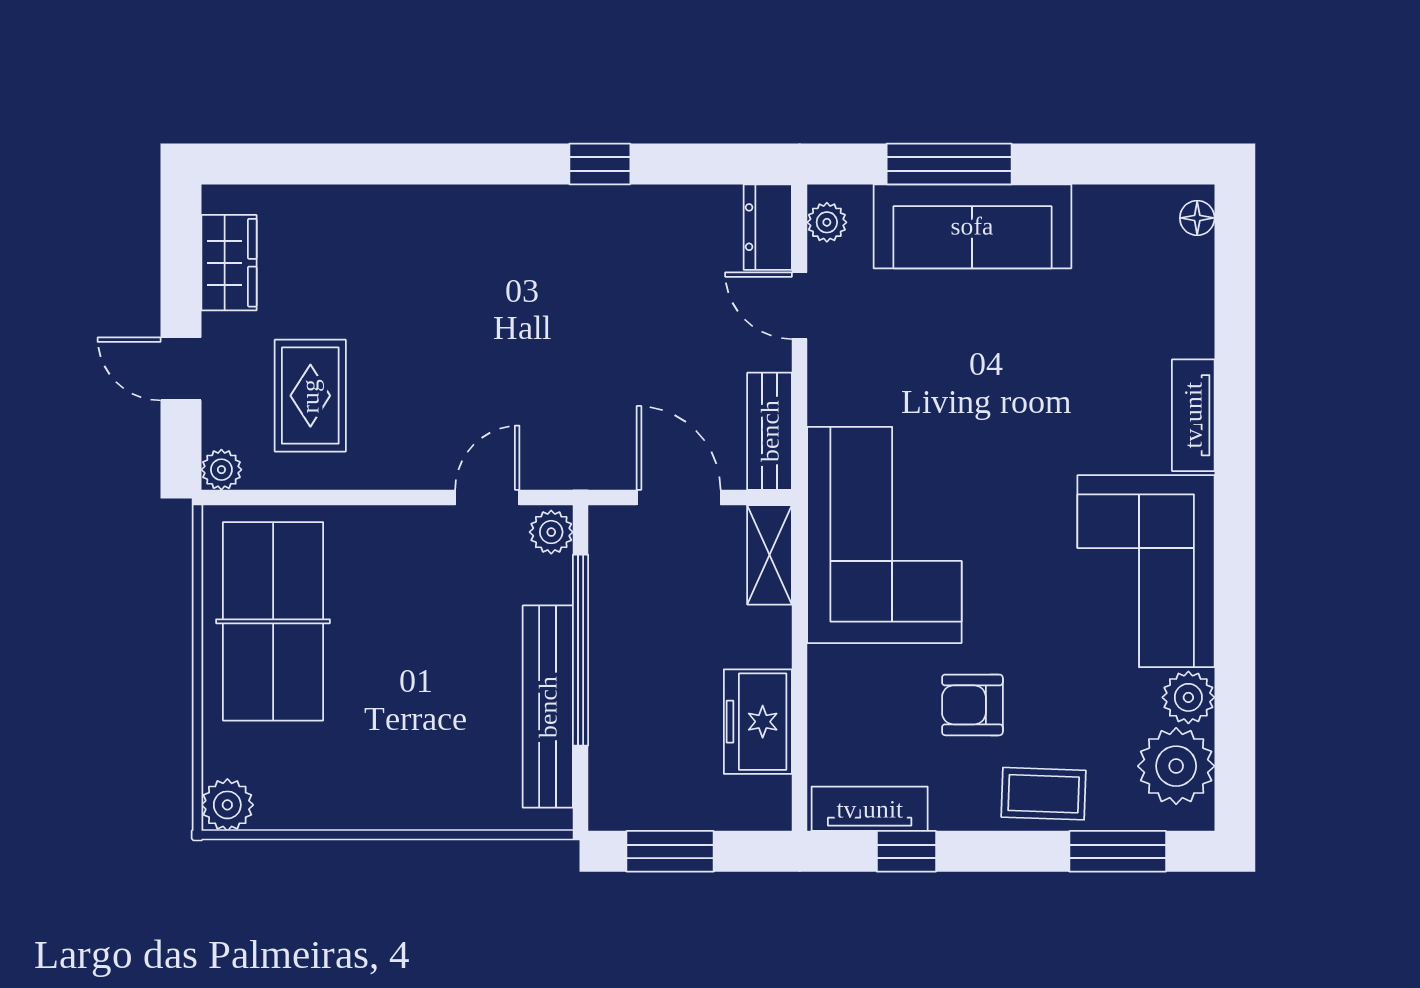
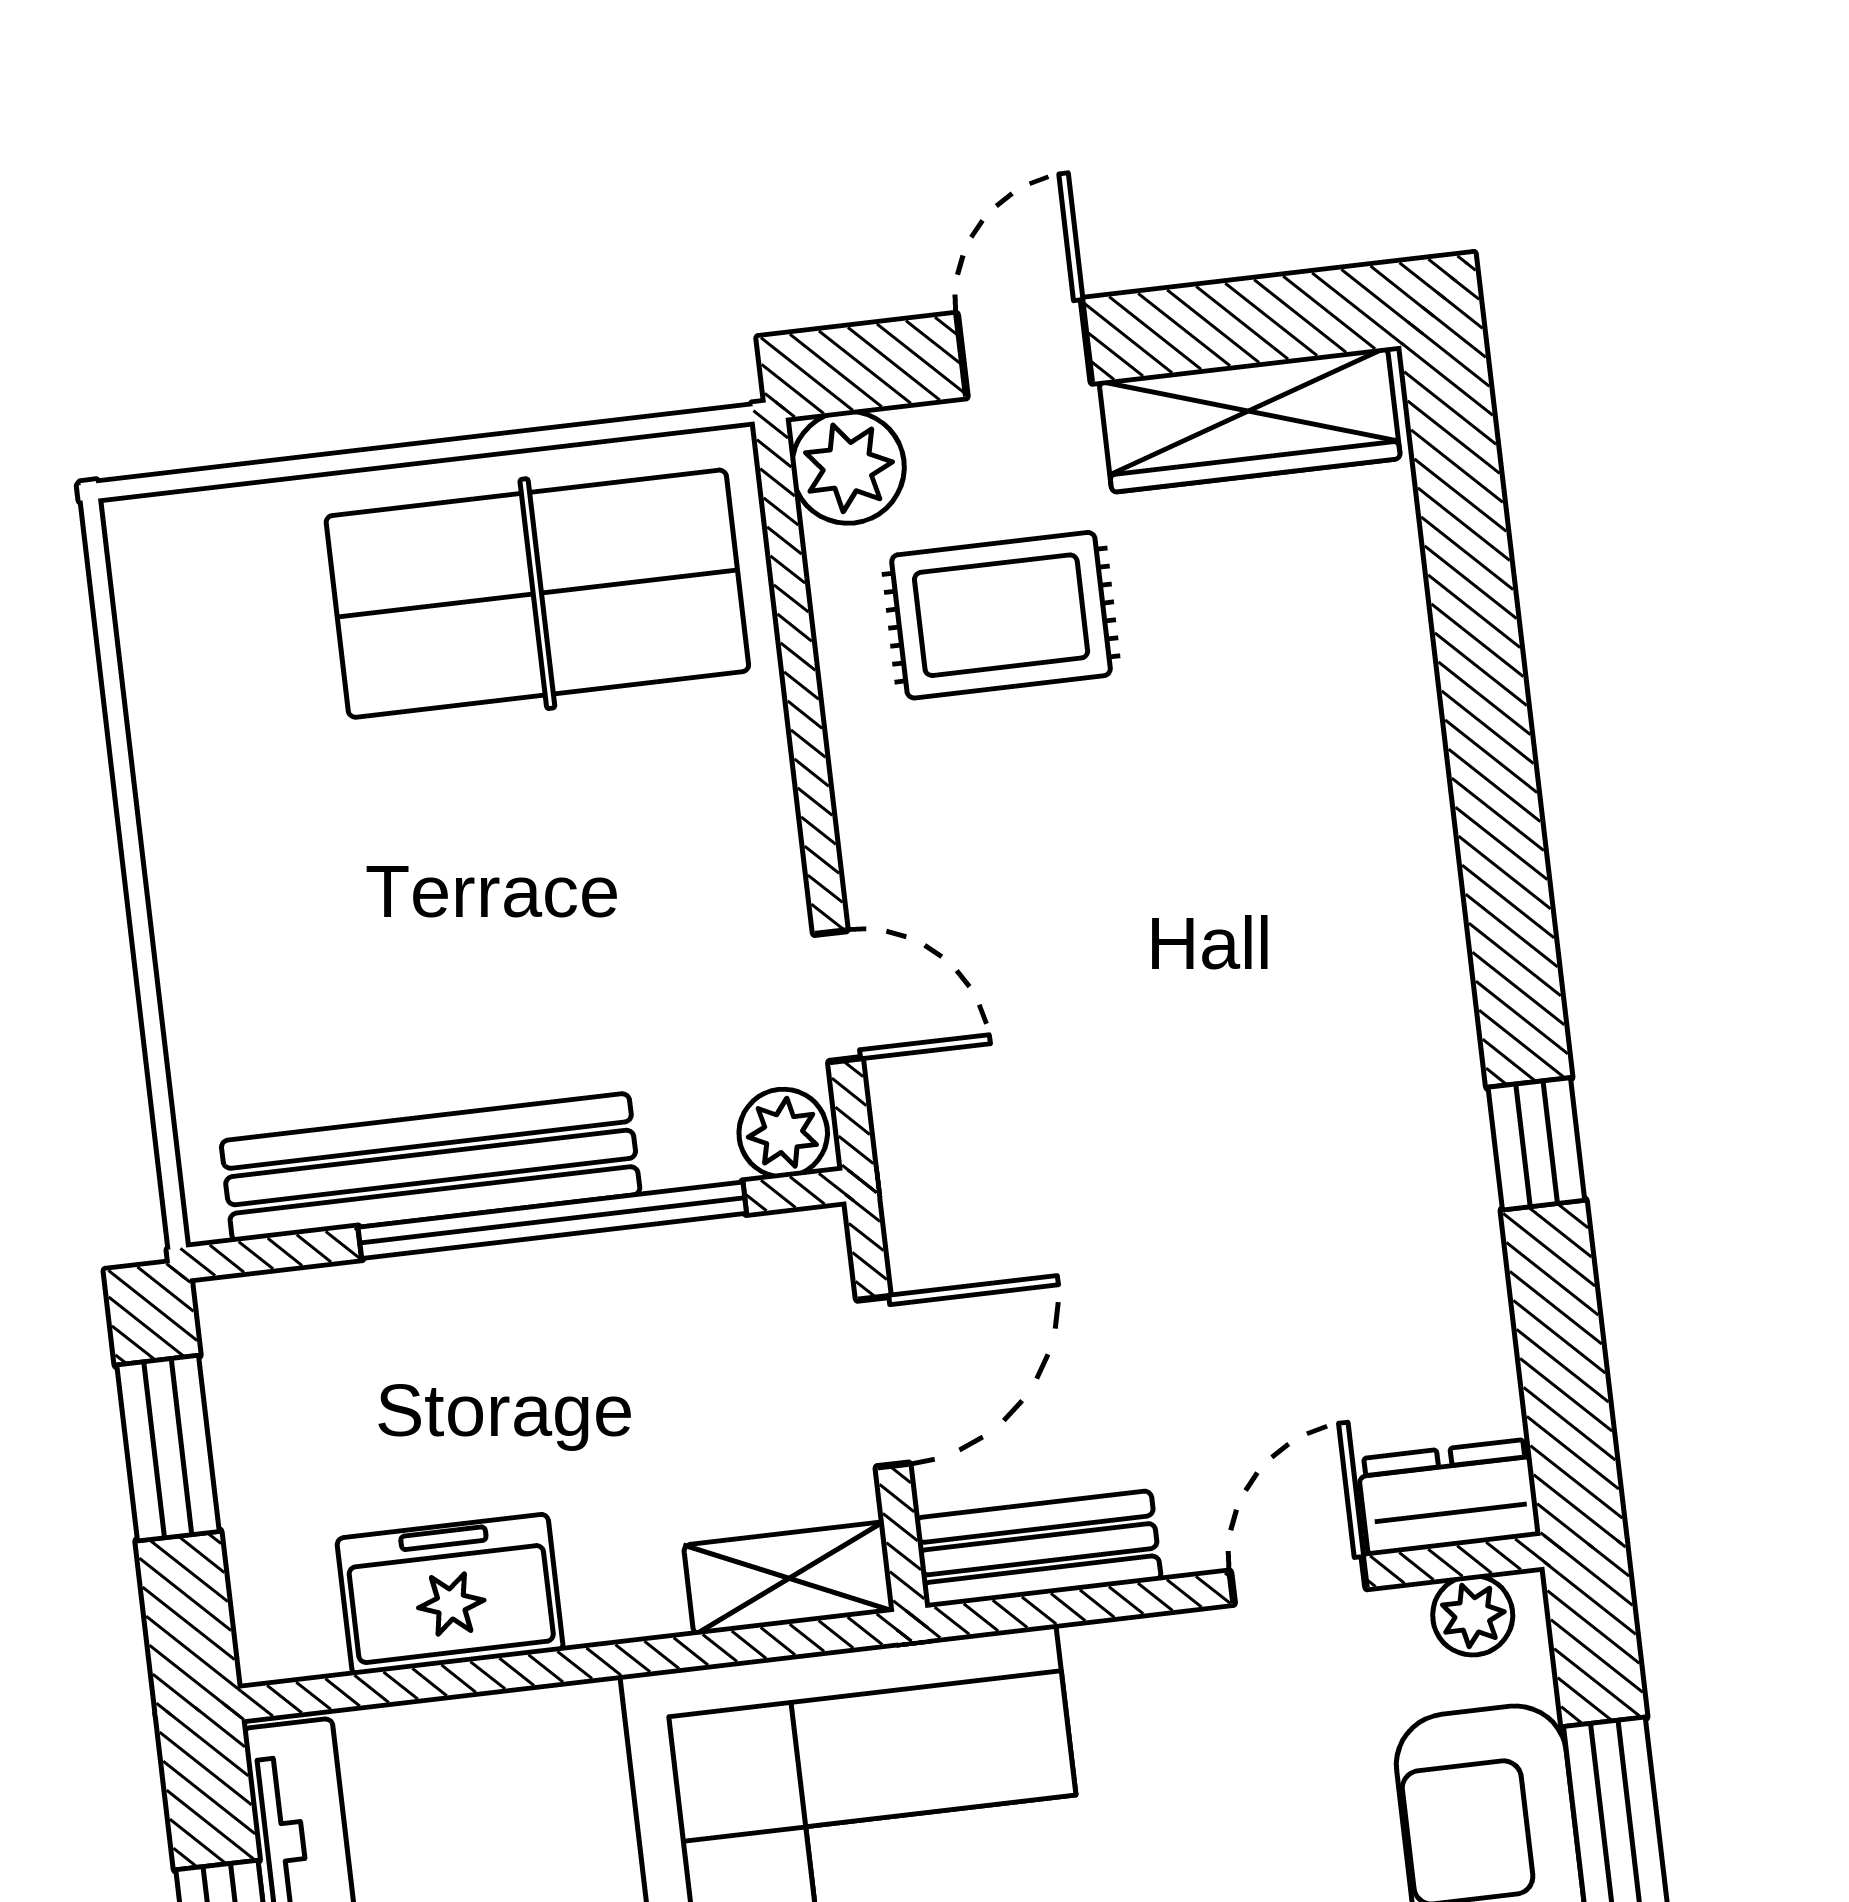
wardrobe: (229, 263) -> (1250, 420), width x1.50
plant: (221, 470) -> (848, 467), width x1.38, depth x1.38
plant: (227, 805) -> (157, 545), removed

